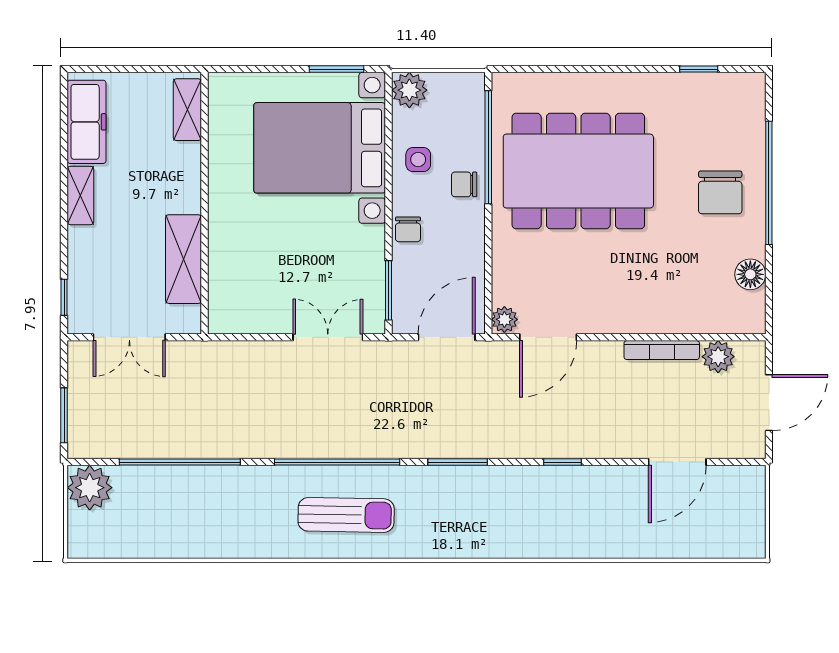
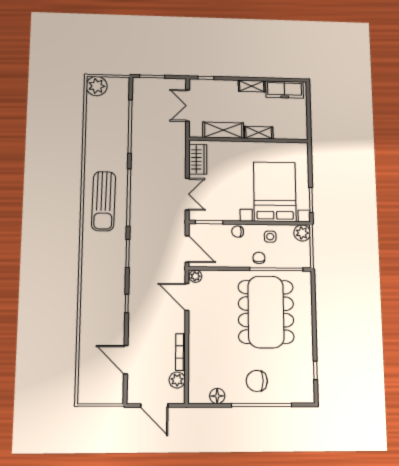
shelving: (187, 110) -> (259, 133), moved
wardrobe: (250, 315) -> (198, 159), added
plant: (90, 488) -> (97, 86), moved
sun lounger: (346, 515) -> (104, 201), width x1.36, depth x1.34

